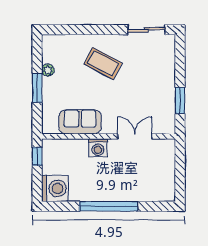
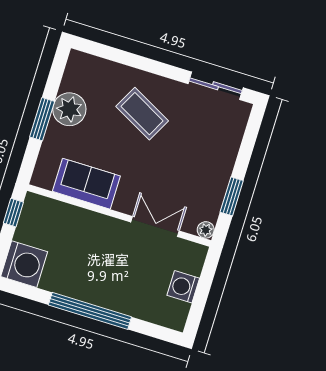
plant: (48, 70) -> (69, 109), width x1.88, depth x1.88
plant: (169, 128) -> (206, 230), added
washing machine: (98, 148) -> (183, 287), moved, turned 90

